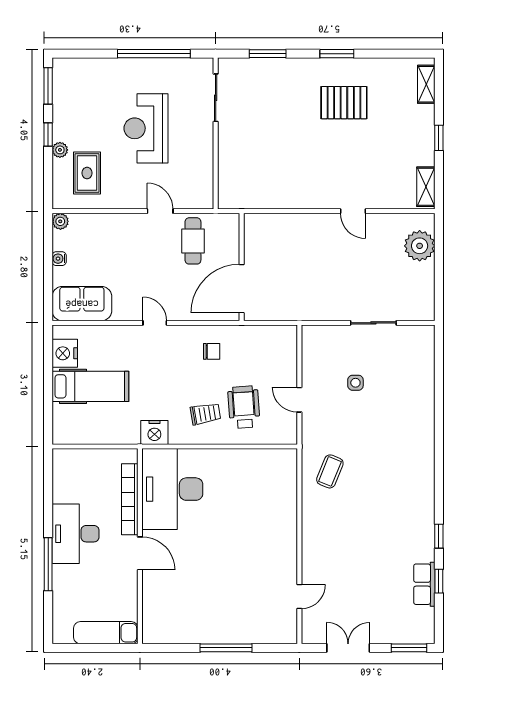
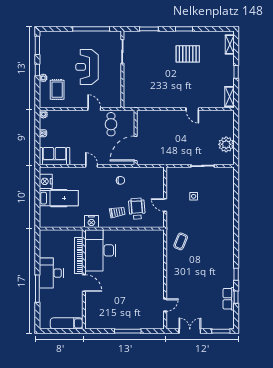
plant: (420, 246) -> (226, 144), moved

